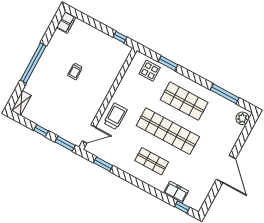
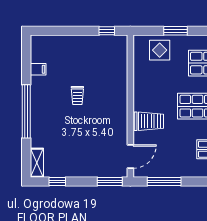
filing cabinet: (66, 22) -> (38, 69), moved, width x0.50
trolley: (115, 116) -> (149, 121), turned 90
window: (41, 131) -> (57, 182), moved
window: (103, 164) -> (164, 182), width x1.44

